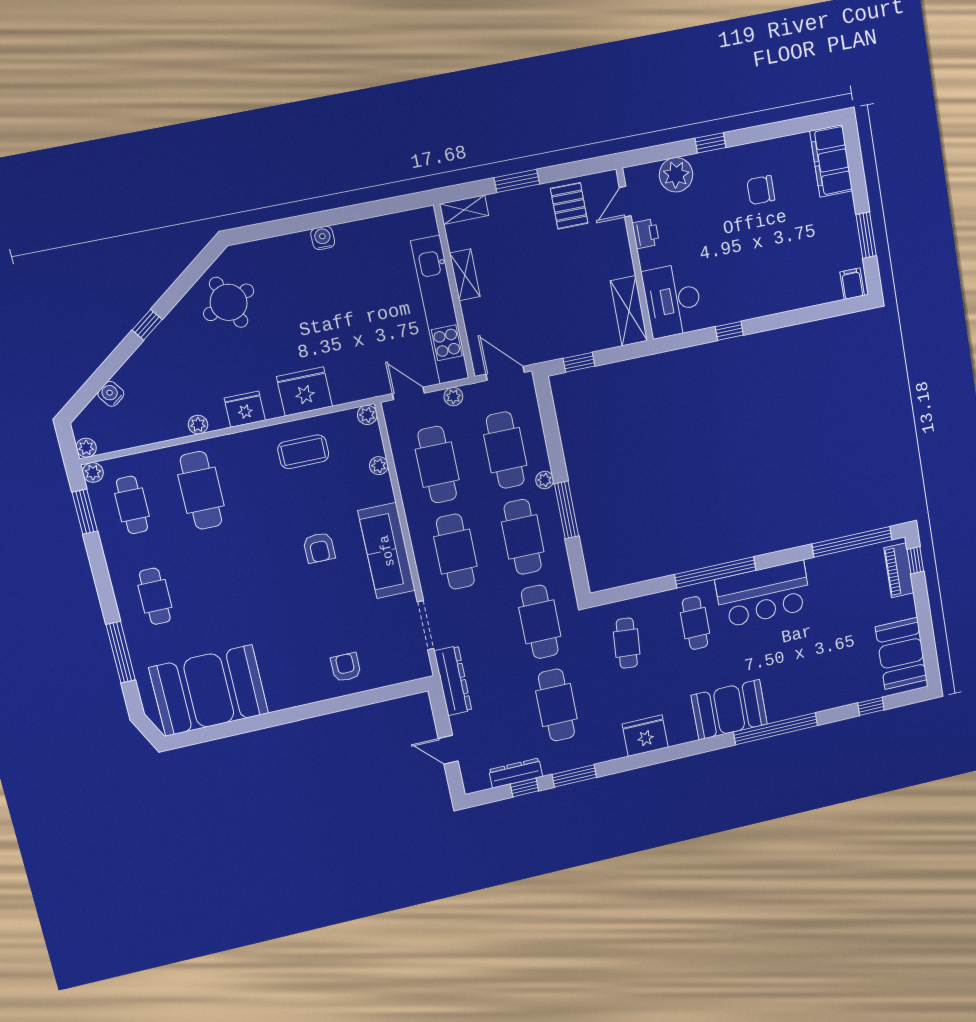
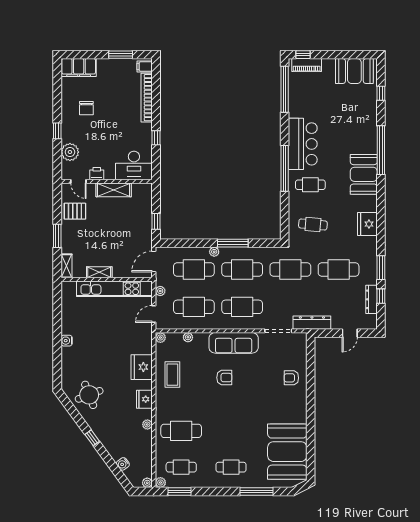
bookcase: (798, 299) -> (147, 98), added
shelving: (629, 311) -> (114, 190), moved

